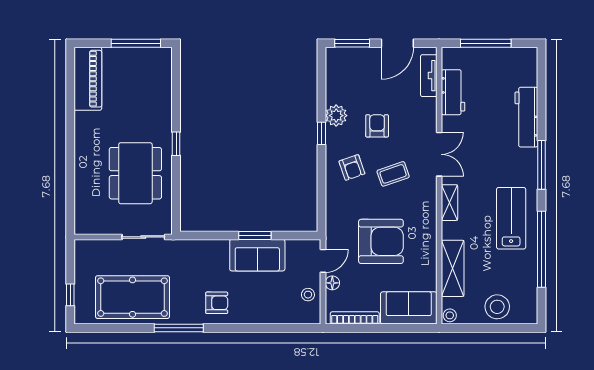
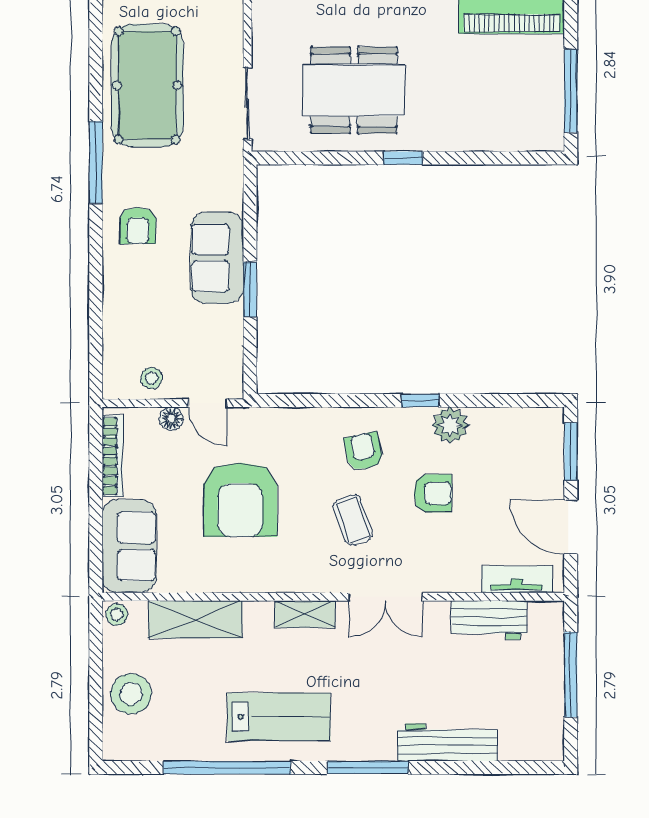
armchair: (352, 167) -> (363, 451), turned 97
sofa: (257, 255) -> (217, 258), moved

